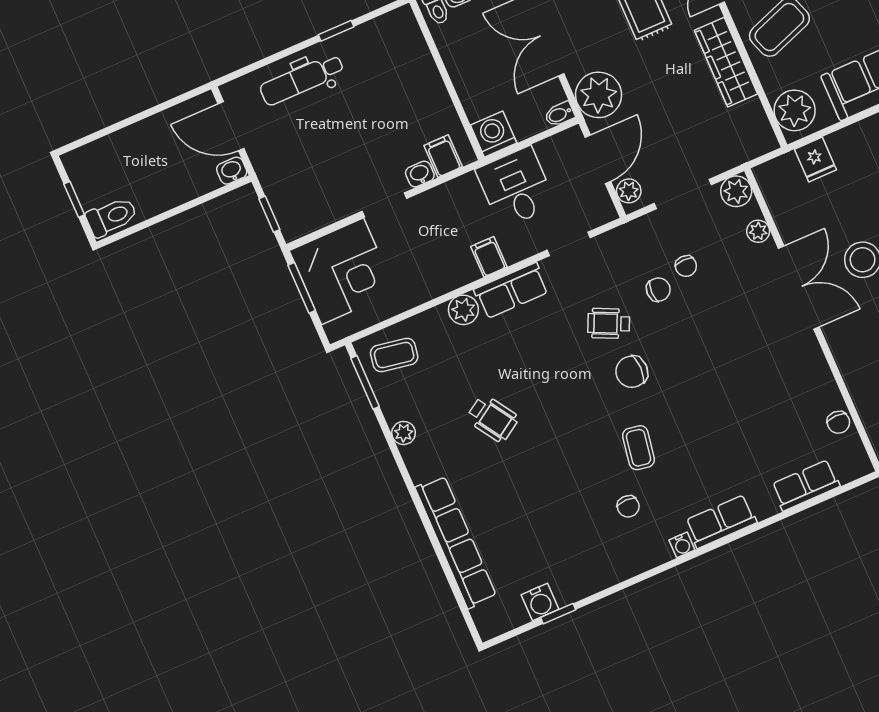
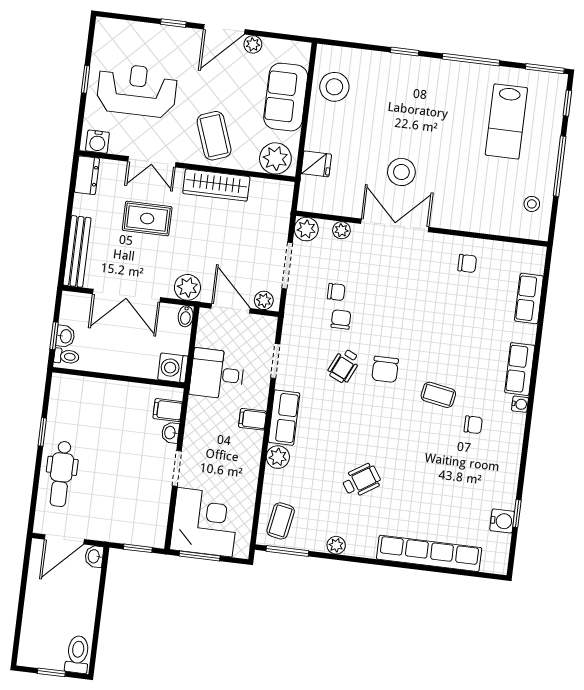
plant: (599, 95) -> (187, 287), width x0.73, depth x0.73
chair: (838, 422) -> (467, 263), moved

